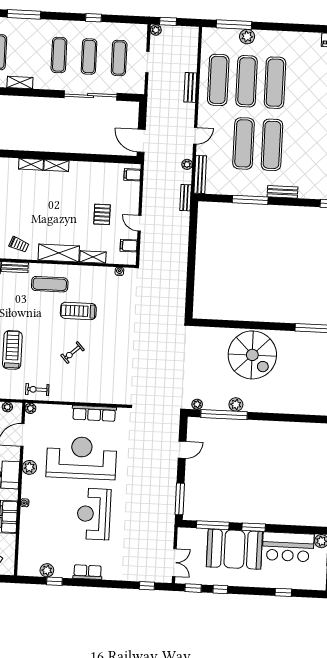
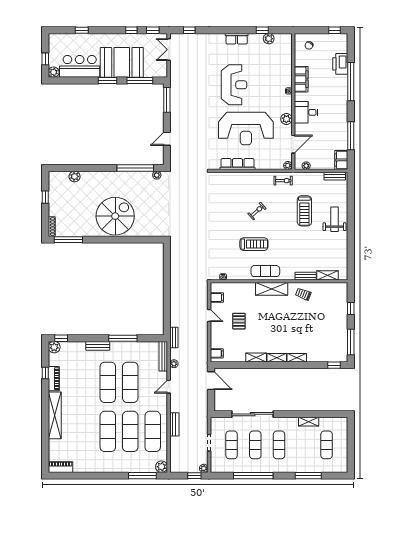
window: (93, 18) -> (253, 476), width x3.17
plant: (247, 37) -> (162, 467), moved
shelving: (93, 257) -> (256, 358), moved
exercise mat: (50, 284) -> (265, 271), moved
spiral stairs: (252, 355) -> (115, 216), turned 90
plant: (236, 404) -> (75, 176), moved

